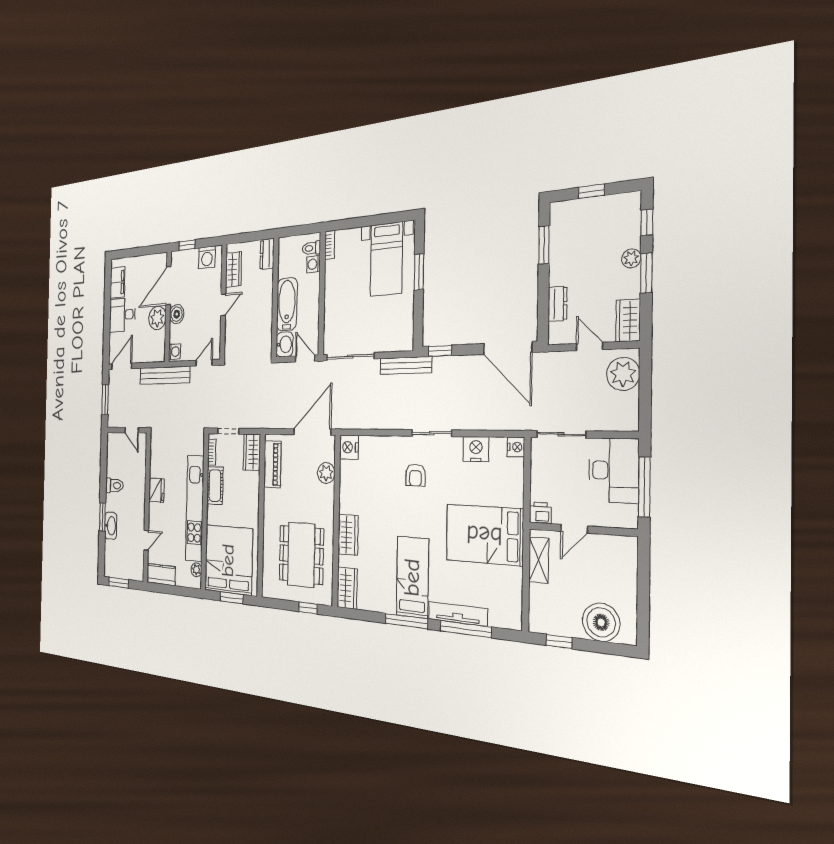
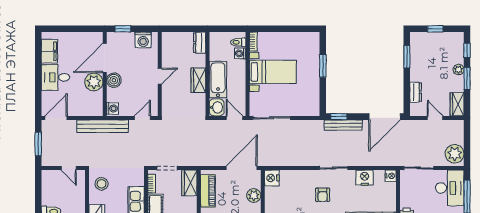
bed with nightstands: (386, 259) -> (273, 72), moved, turned -90
wardrobe: (234, 269) -> (198, 80), moved, turned 180
door: (508, 348) -> (385, 117), hinge flipped
bench: (406, 365) -> (343, 125), moved
plant: (623, 374) -> (455, 154), moved
stool: (162, 451) -> (102, 184), added

